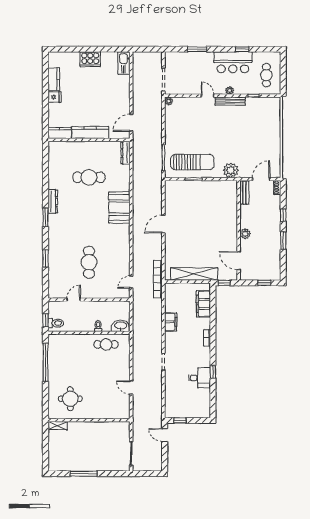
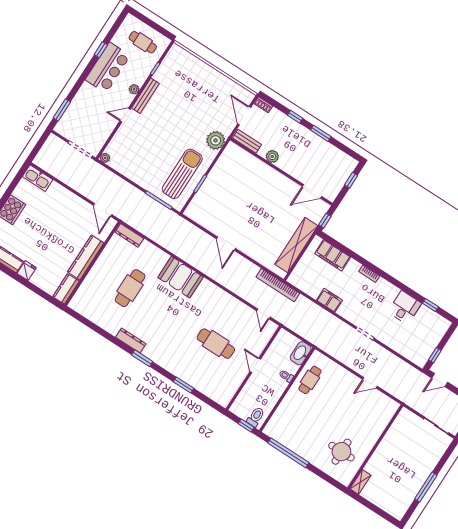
window: (197, 49) -> (62, 110), moved
plant: (245, 234) -> (272, 156), moved
door: (74, 300) -> (255, 365), moved
window: (213, 372) -> (430, 305), moved

